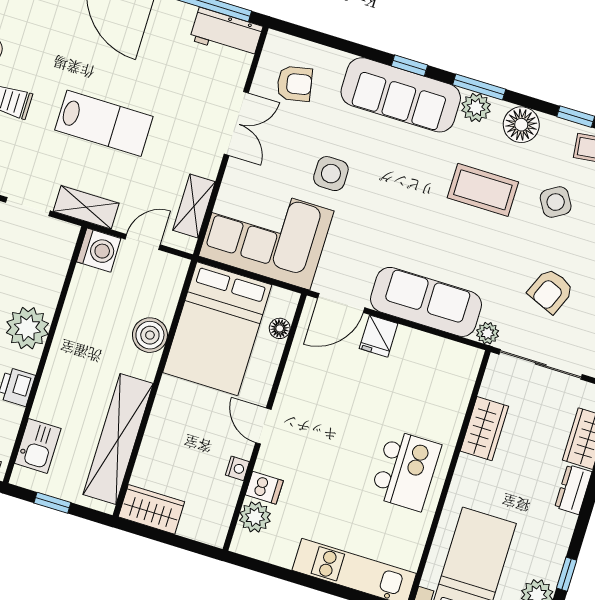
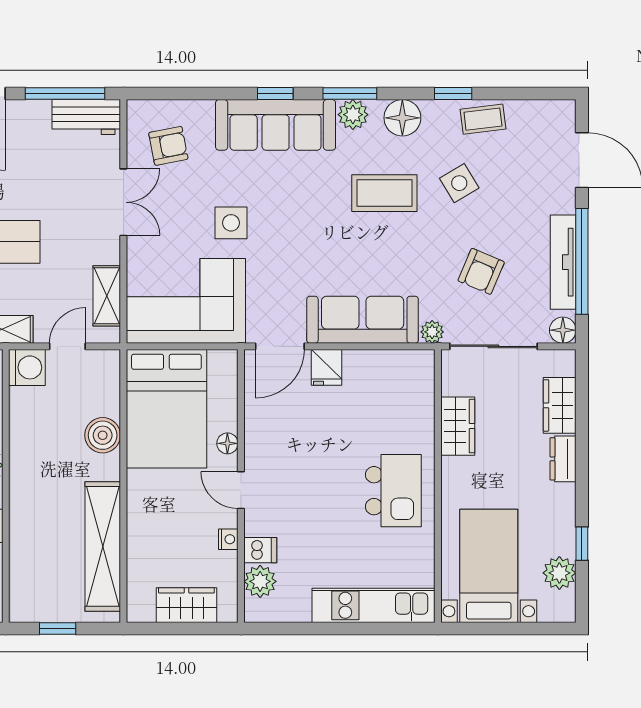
floor lamp: (280, 328) -> (227, 443), moved
kitchen sink: (38, 446) -> (26, 577), removed
wardrobe: (151, 509) -> (186, 605), moved

